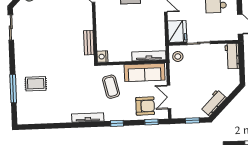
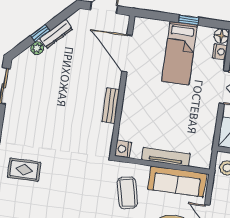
bench: (89, 43) -> (111, 106), moved
tv unit: (149, 56) -> (166, 157), moved

